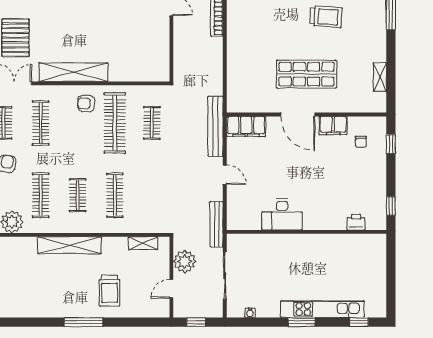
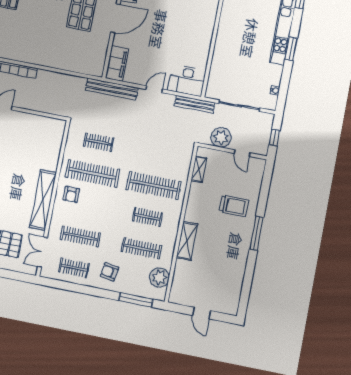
clothes rail: (115, 195) -> (154, 185), width x1.37, depth x1.31
desk: (282, 214) -> (187, 80), moved, turned 90
shelving: (70, 245) -> (187, 241), width x0.68

